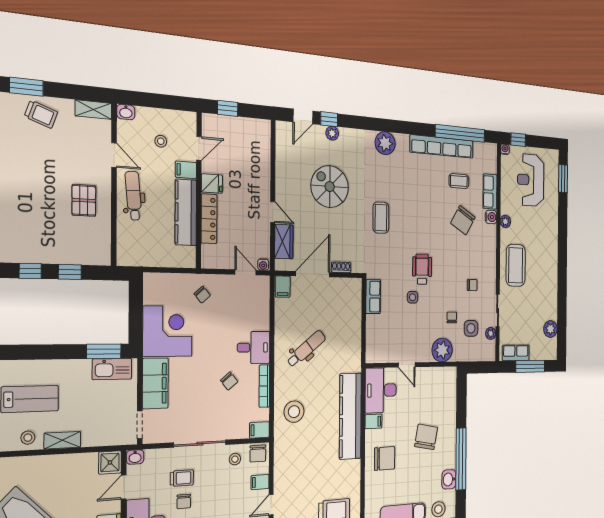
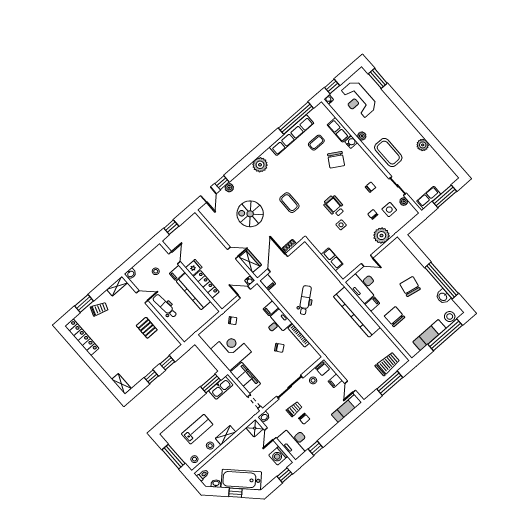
row of seats: (373, 297) -> (332, 259), moved
plant: (550, 329) -> (423, 145), moved
stool: (294, 412) -> (324, 335), removed
filing cabinet: (259, 430) -> (271, 308), moved
chair: (385, 458) -> (395, 317), turned -90

